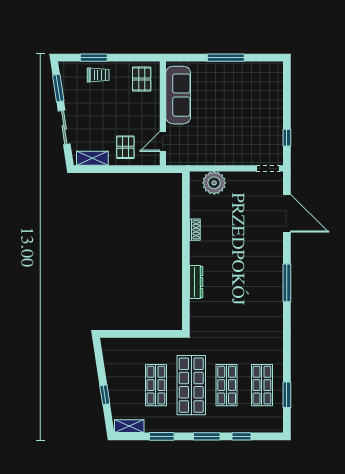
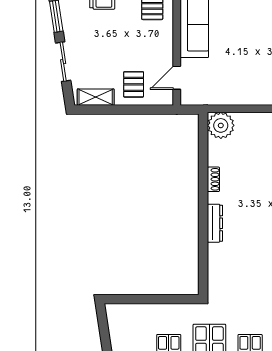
plant: (214, 183) -> (221, 125), moved
dresser: (196, 282) -> (215, 223), moved

